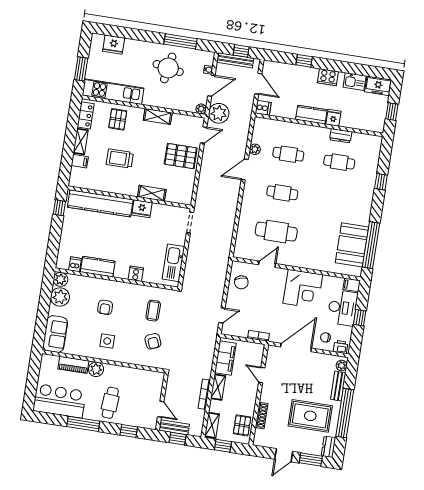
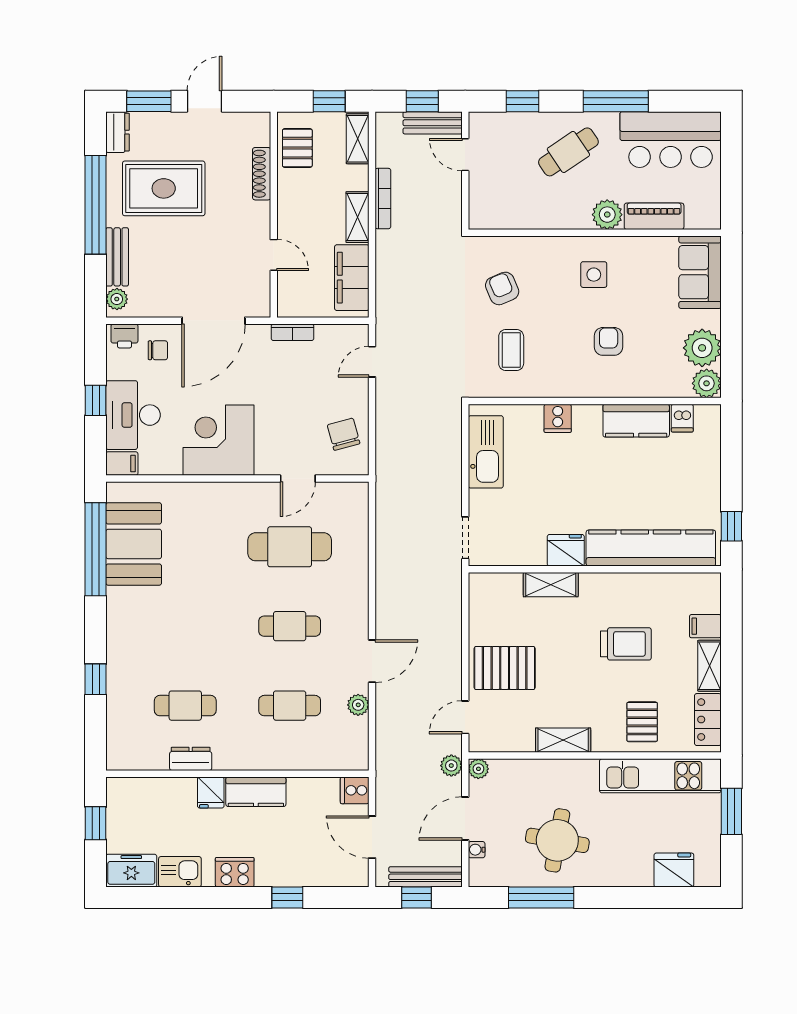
plant: (219, 113) -> (451, 766), width x0.53, depth x0.53
cafe table: (110, 403) -> (568, 152), turned 52

